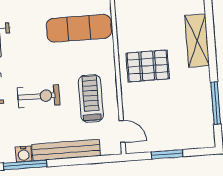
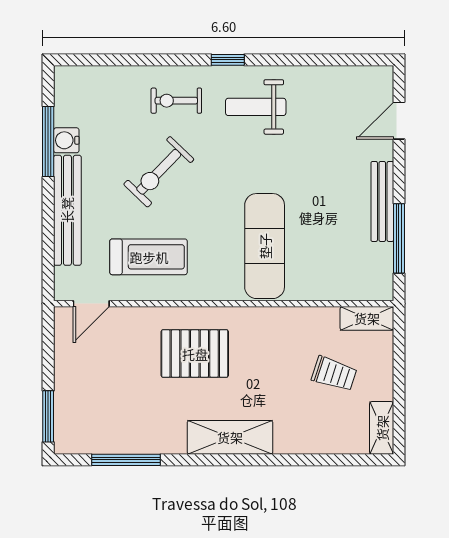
pallet: (148, 66) -> (195, 354), turned 90
exercise bike: (39, 96) -> (159, 172), turned 44
window: (167, 154) -> (48, 416), moved

